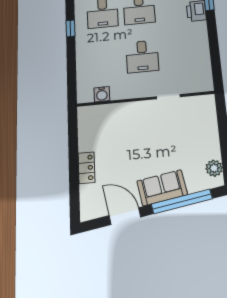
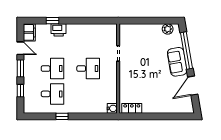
water cooler: (102, 94) -> (112, 108), moved
locker: (86, 168) -> (132, 108), moved

